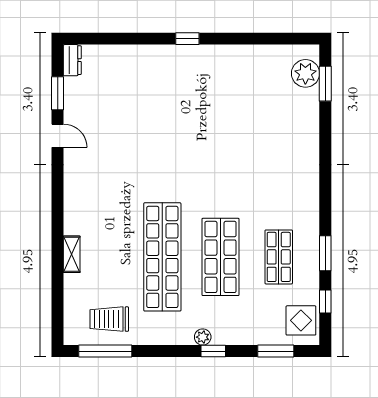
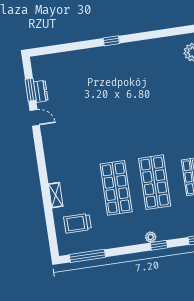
dresser: (72, 60) -> (41, 91), moved
shop shelf: (162, 257) -> (116, 188), width x0.71
trolley: (109, 319) -> (78, 223), moved

